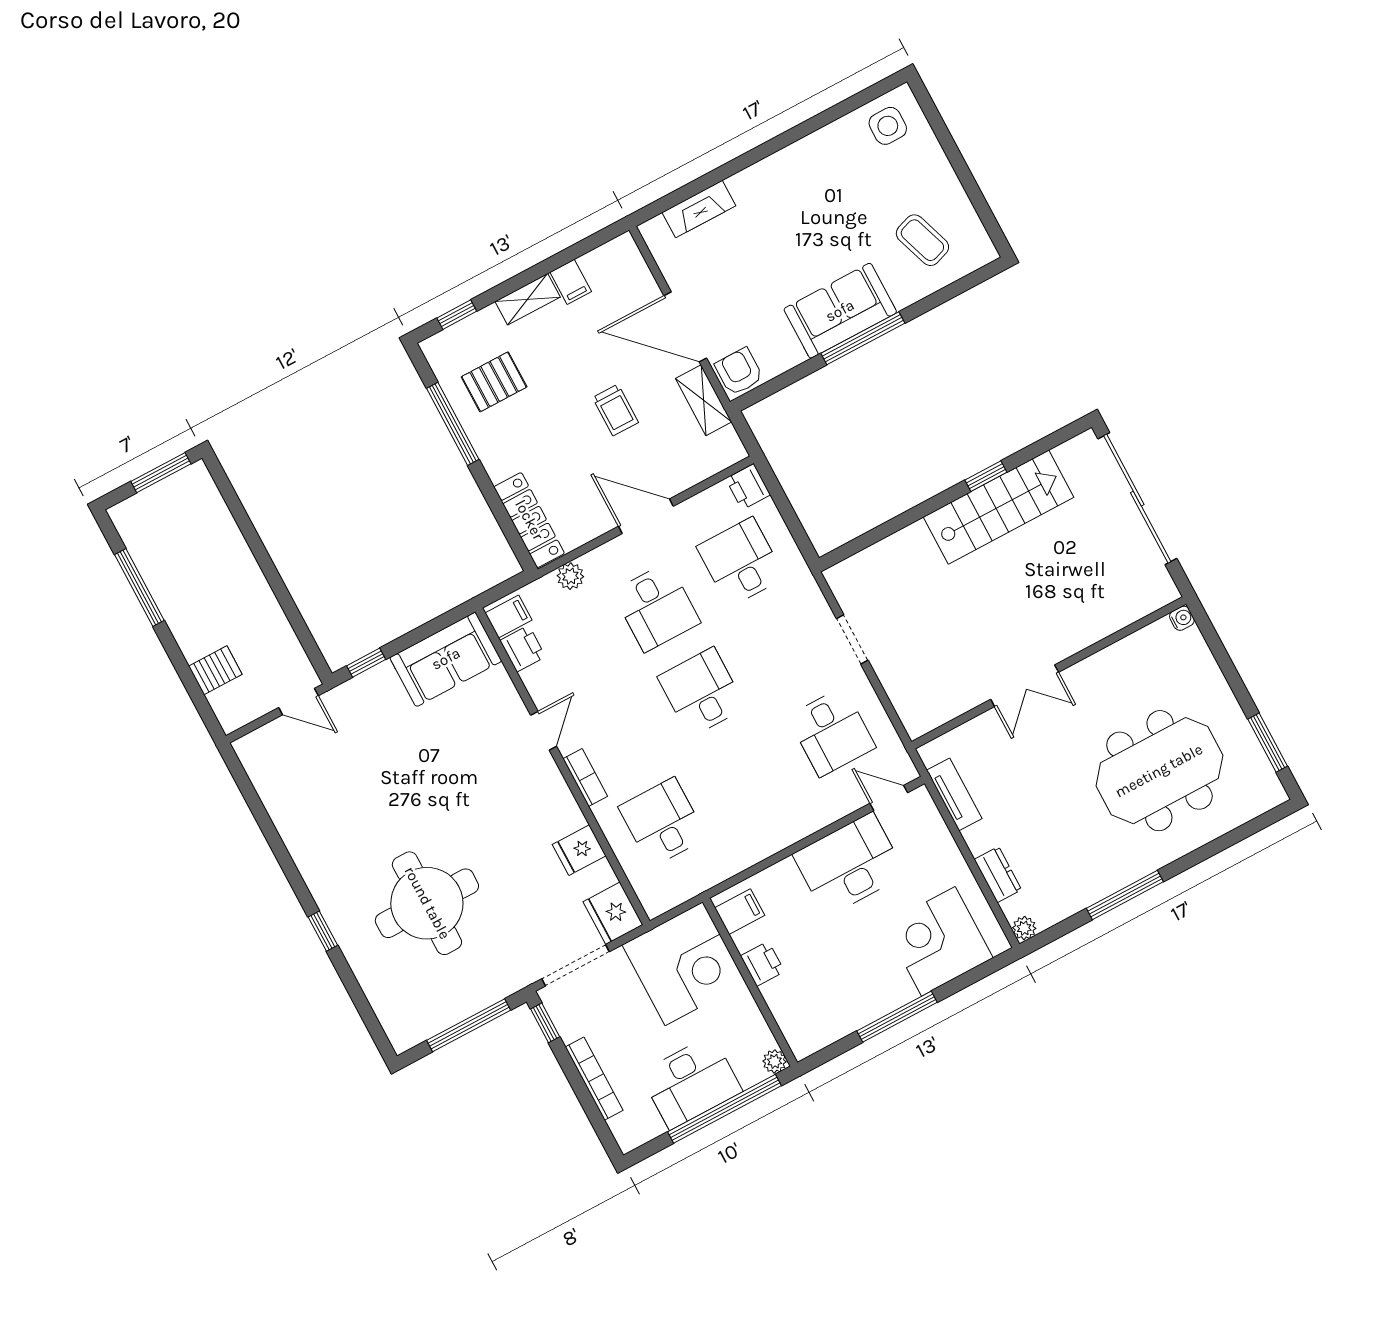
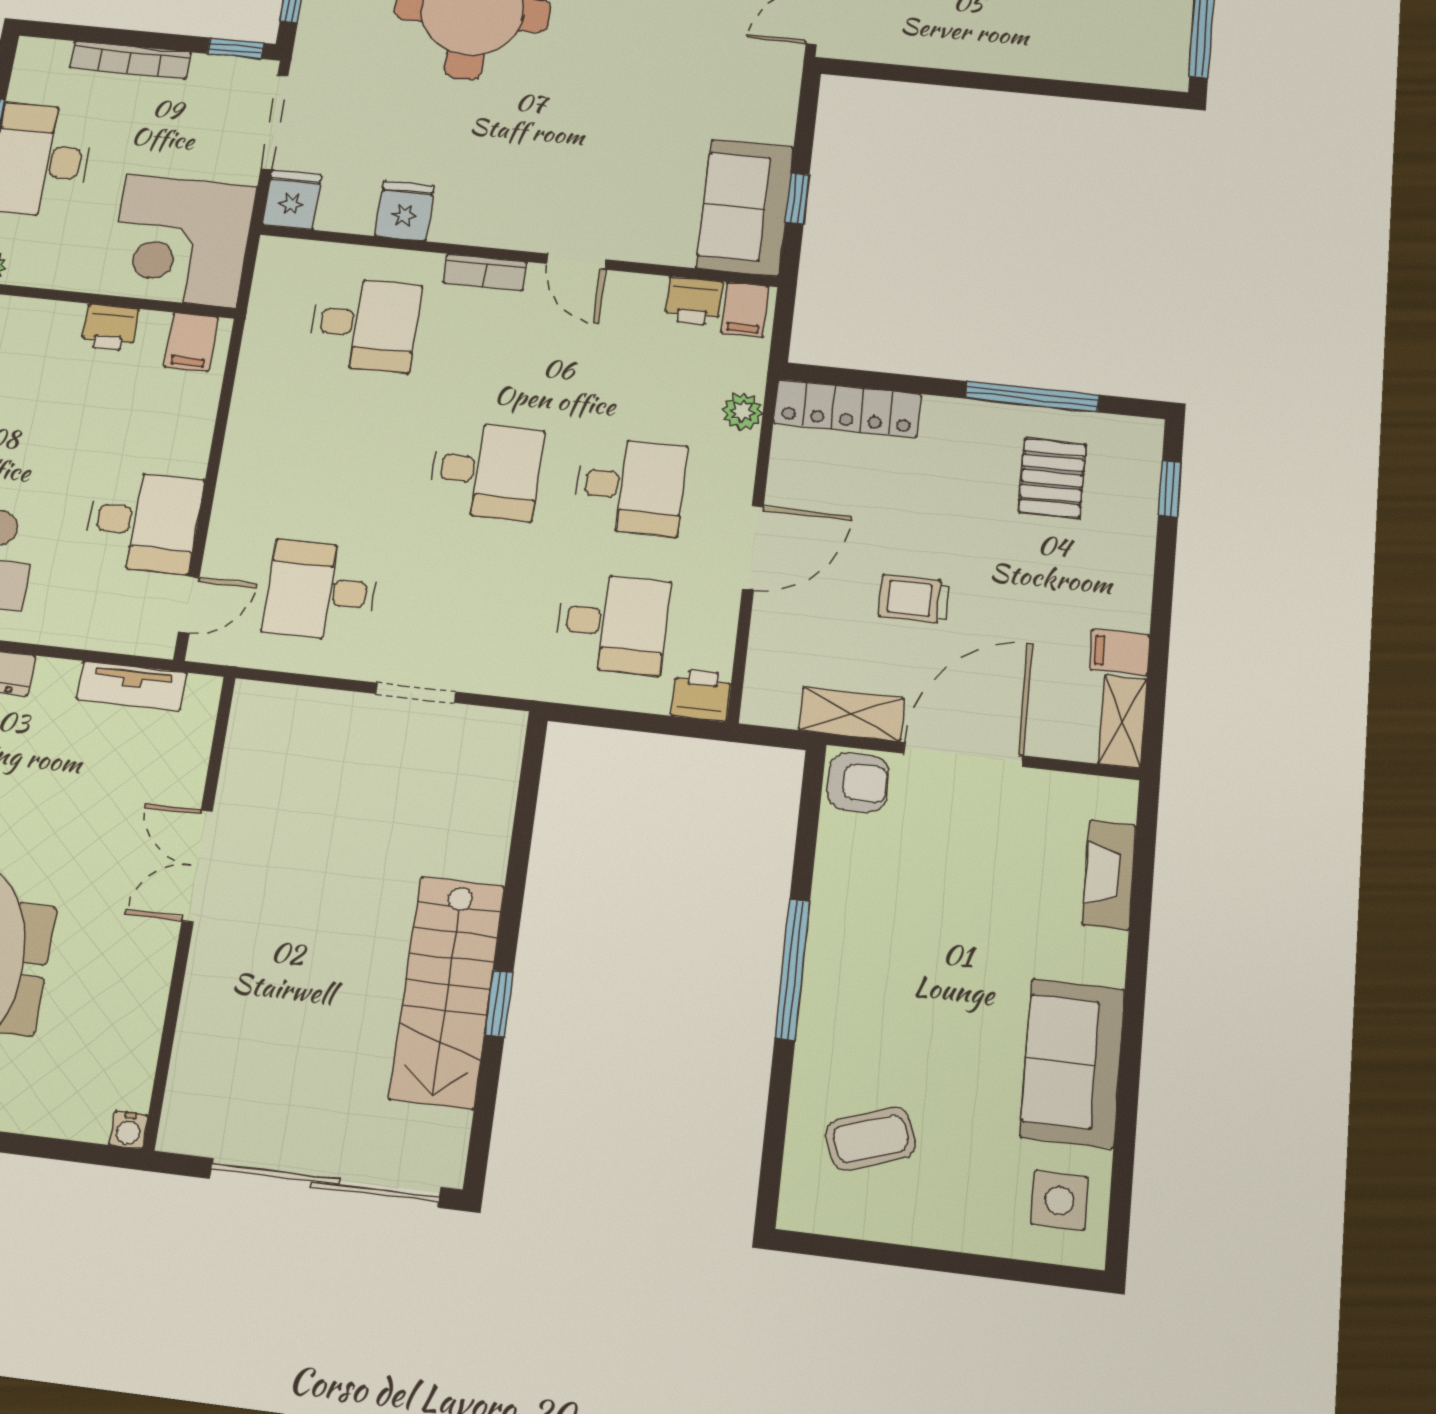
shelving: (528, 299) -> (1122, 721), moved
sofa: (840, 311) -> (1073, 1063), moved, turned 180
desk: (656, 607) -> (630, 486), turned 180
window: (366, 663) -> (797, 199), moved
desk: (849, 864) -> (143, 522), width x0.73
fridge: (613, 913) -> (292, 200), width x0.72

